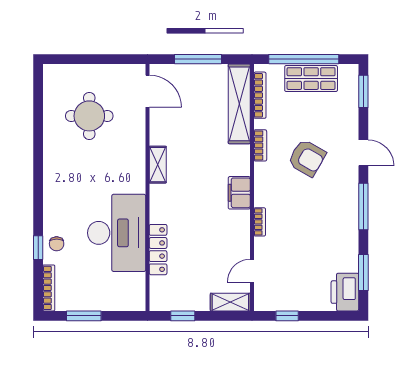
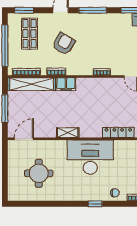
shop shelf: (311, 79) -> (30, 34), moved
filing cabinet: (239, 193) -> (66, 84), moved
desk: (117, 233) -> (90, 157), moved
window: (38, 248) -> (95, 204), moved

